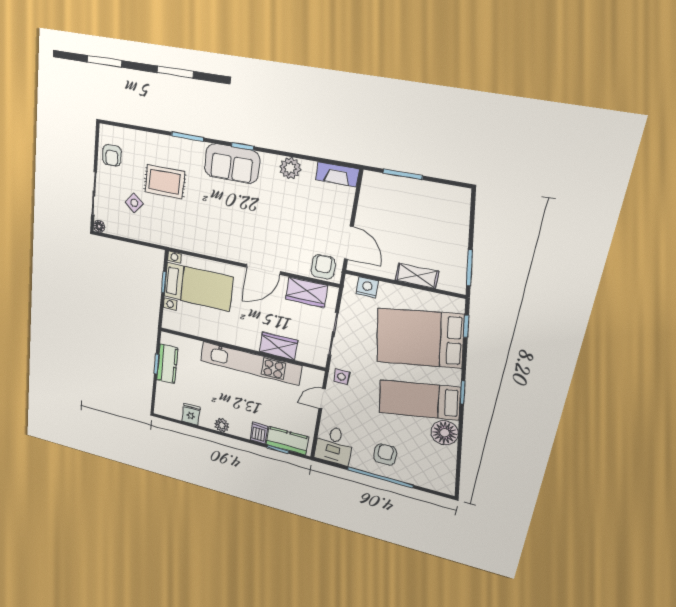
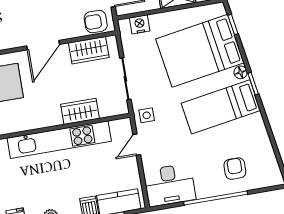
armchair: (323, 267) -> (96, 22), turned -90
floor lamp: (445, 433) -> (241, 72), moved, width x0.53, depth x0.53
desk: (334, 445) -> (170, 185), width x1.37
armchair: (385, 454) -> (235, 169), moved

